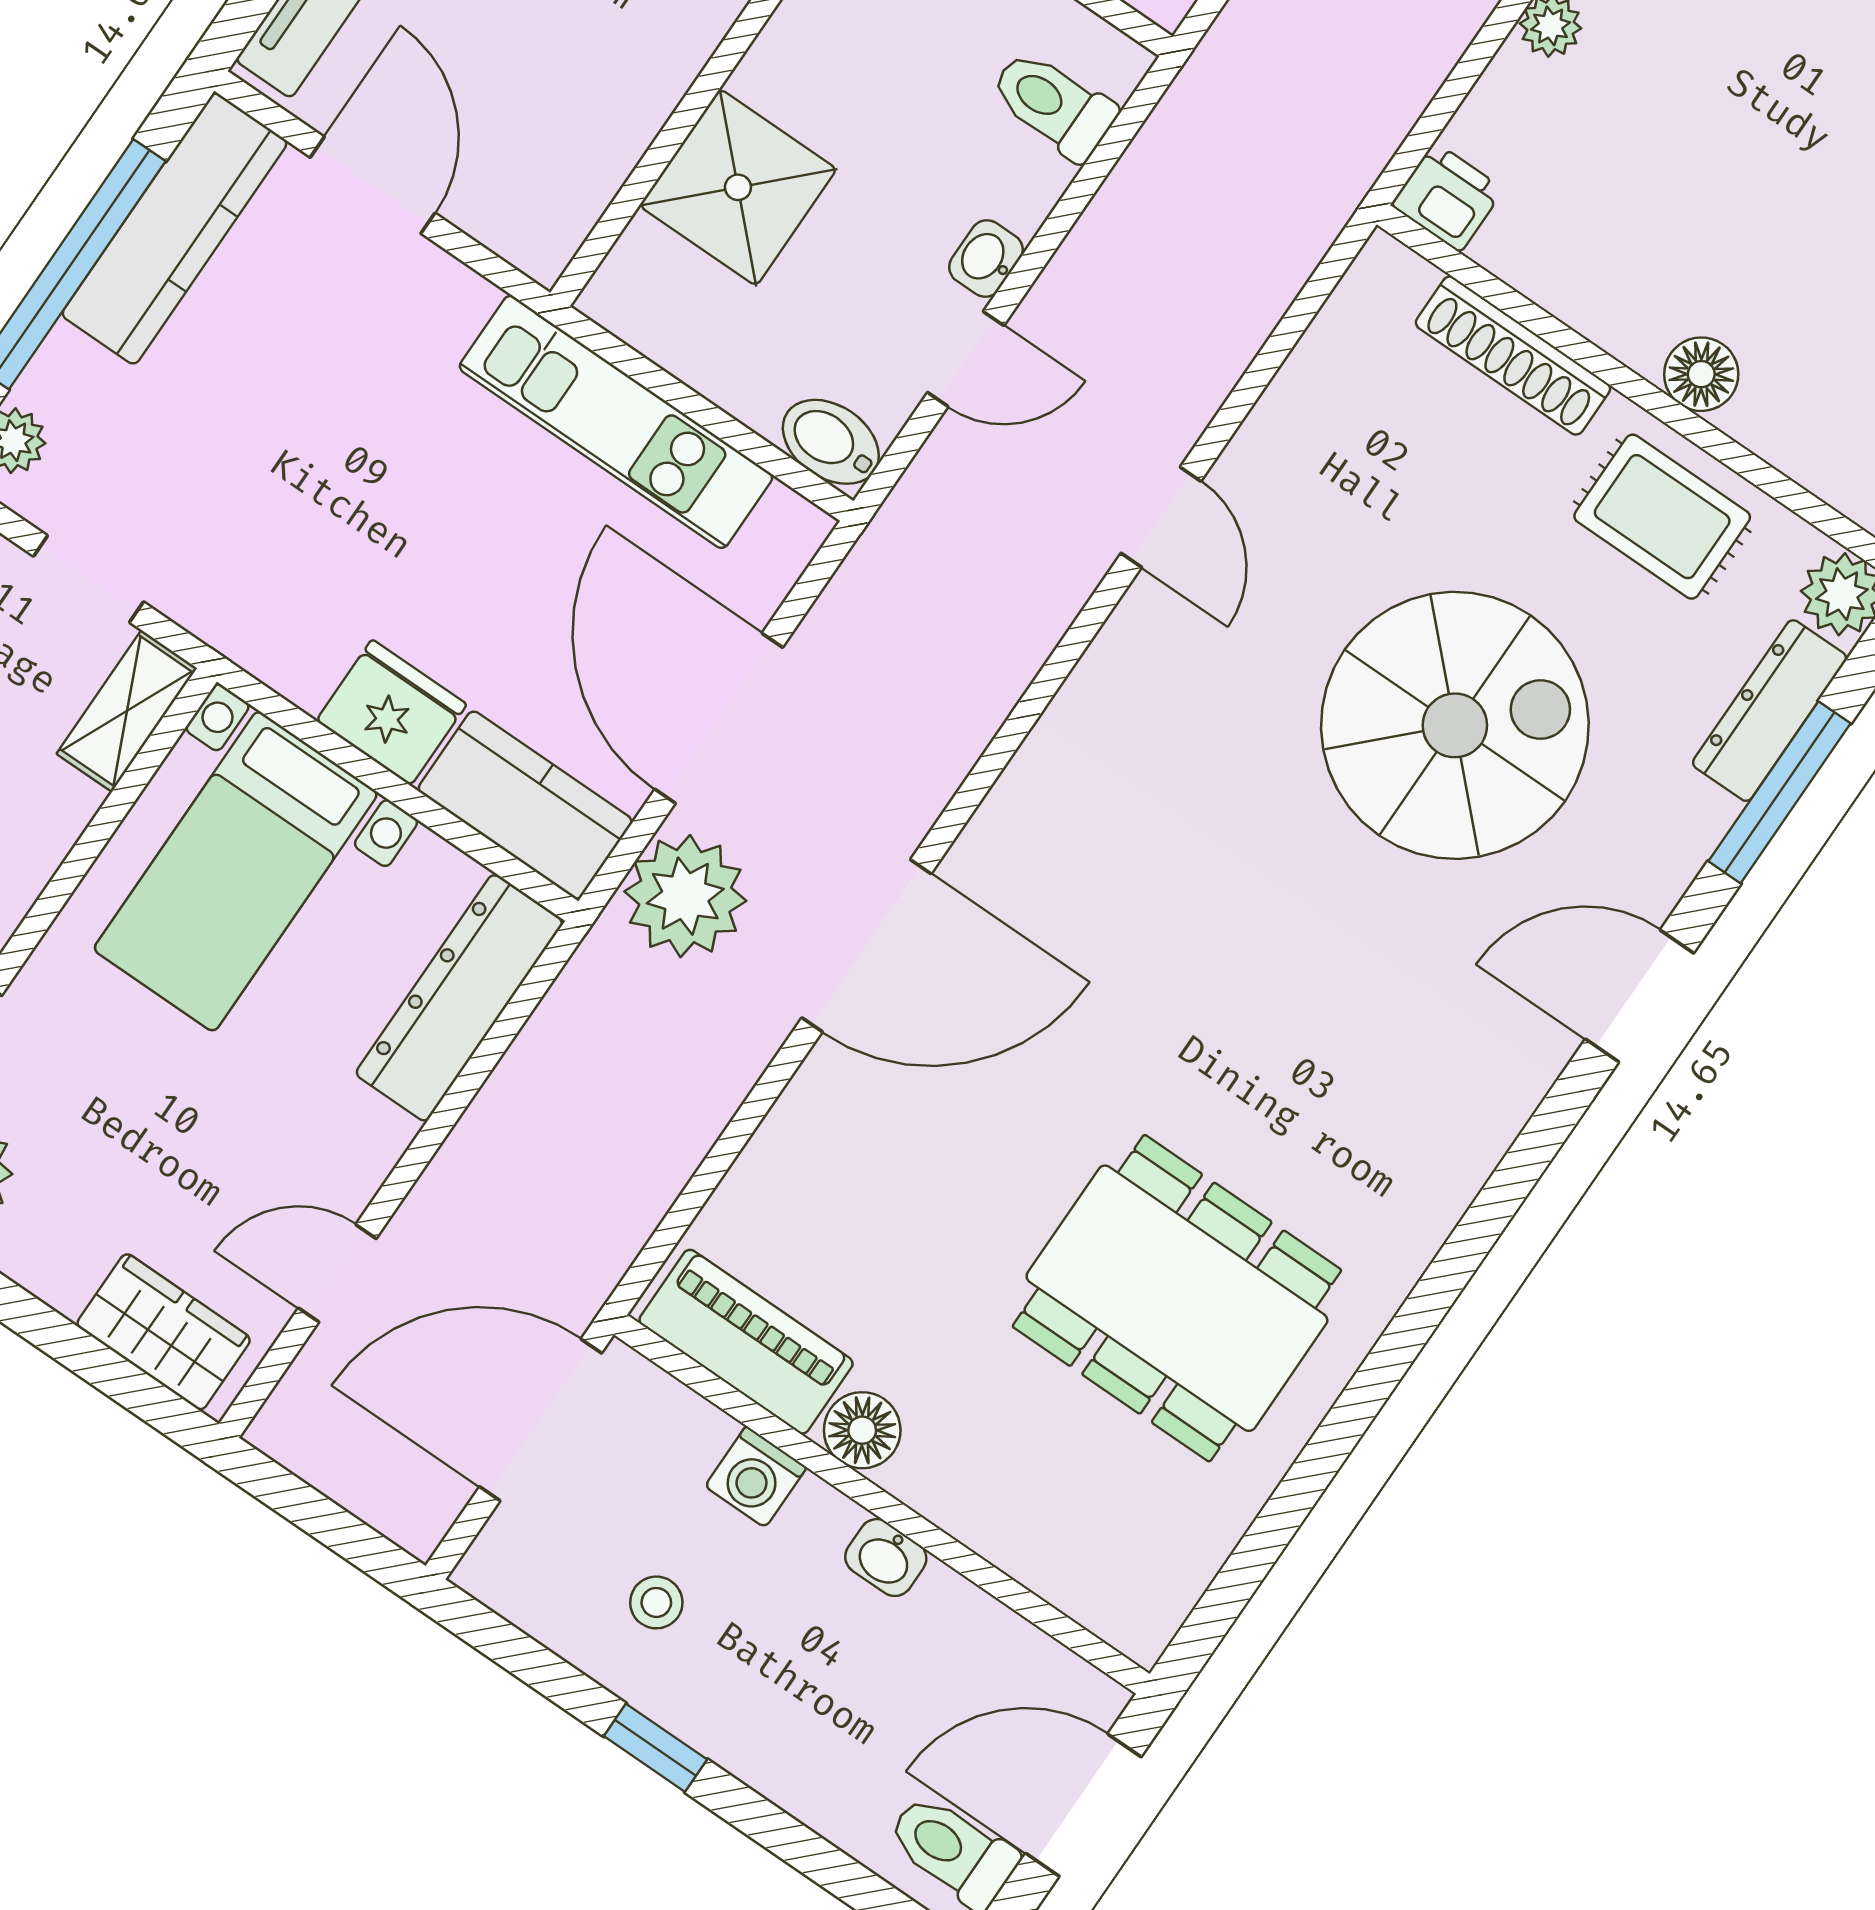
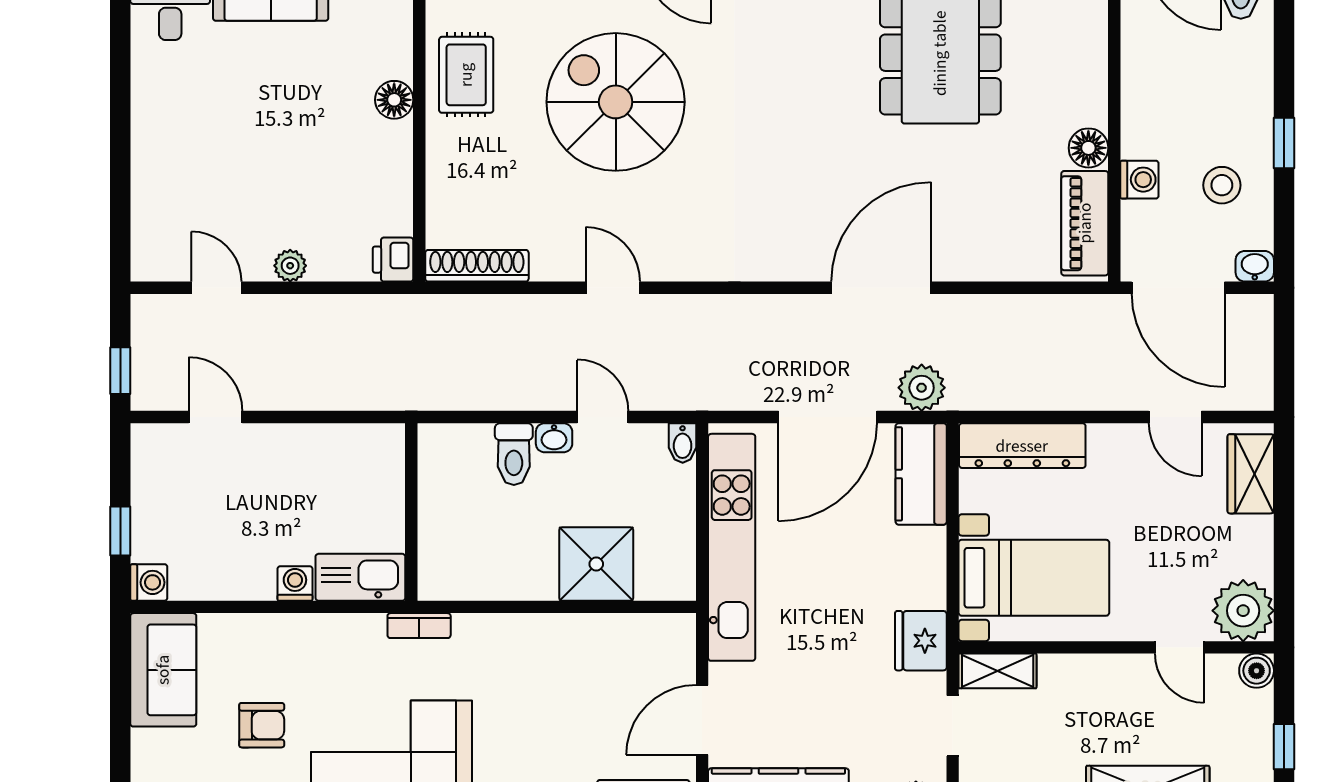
toilet: (1053, 105) -> (514, 454), moved
shoe rack: (1513, 356) -> (477, 266), moved, turned -90
kitchen unit: (616, 422) -> (732, 547), width x1.36
bidet: (831, 442) -> (683, 443), width x0.72, depth x0.74
door: (1161, 517) -> (613, 288), hinge flipped
fridge: (391, 713) -> (921, 641), moved
plant: (685, 896) -> (922, 388), width x0.73, depth x0.73
door: (866, 946) -> (881, 288), hinge flipped
washbasin: (886, 1558) -> (1255, 266), moved, turned -90
stool: (656, 1602) -> (1222, 185), width x1.37, depth x1.37

